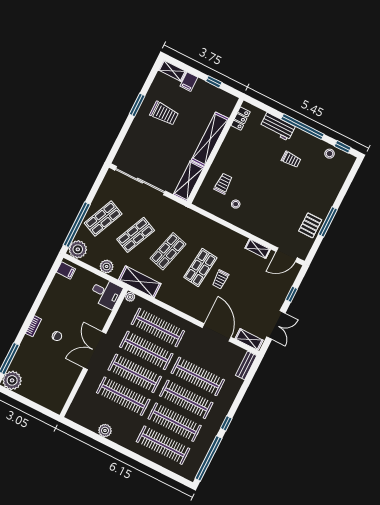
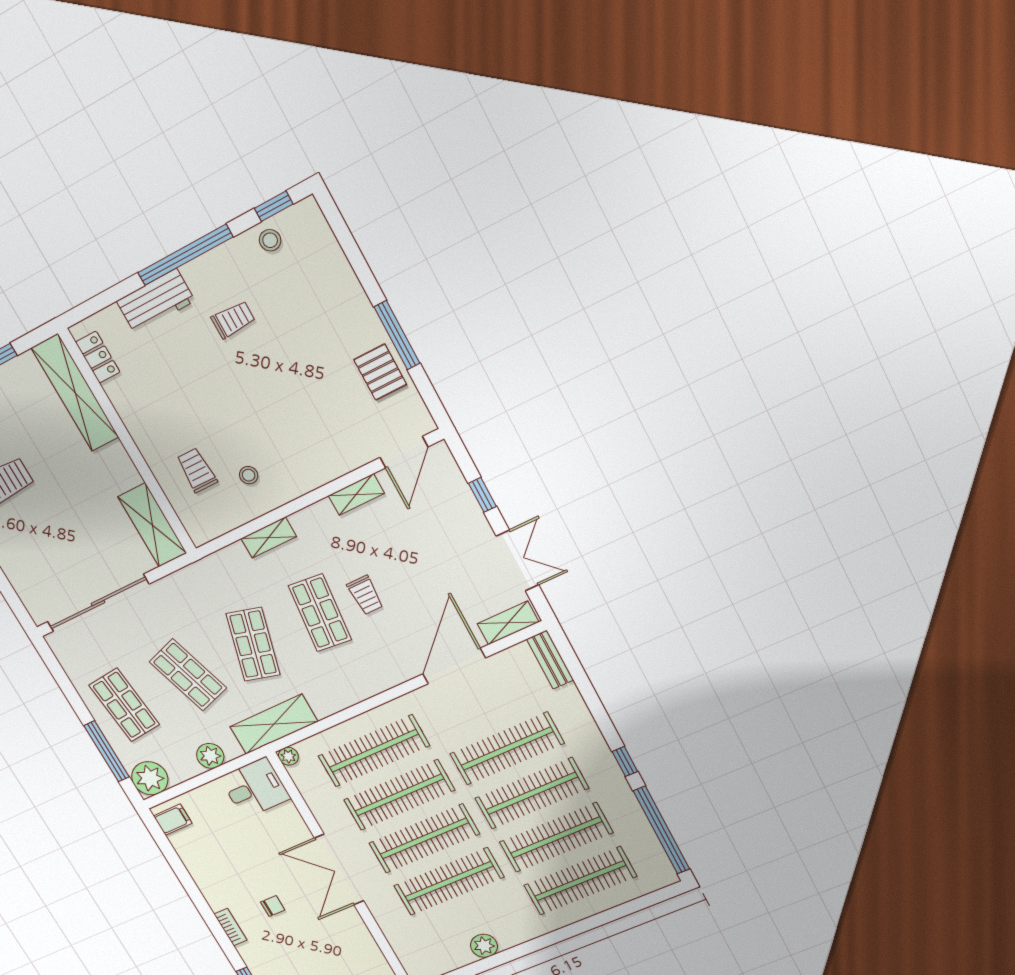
shelving: (210, 139) -> (75, 393), moved
shop shelf: (103, 219) -> (124, 705), turned -30
window: (77, 225) -> (107, 751), width x0.68
shelving: (216, 228) -> (269, 537), added
shop shelf: (136, 235) -> (188, 675), turned -42
door: (217, 332) -> (454, 666), hinge flipped

